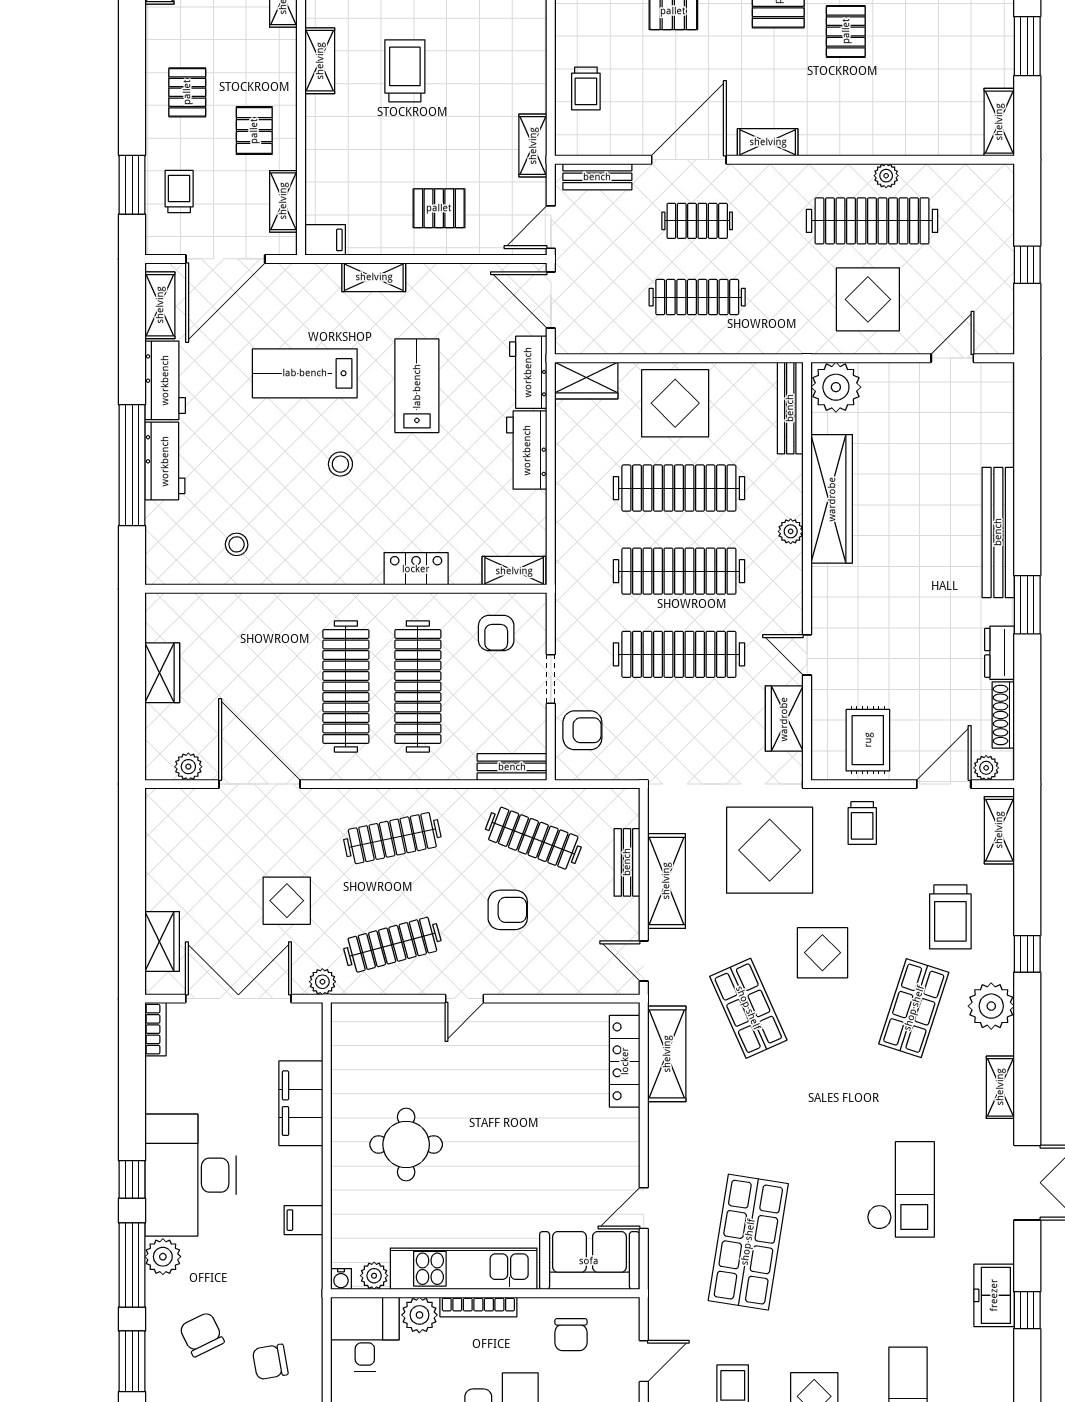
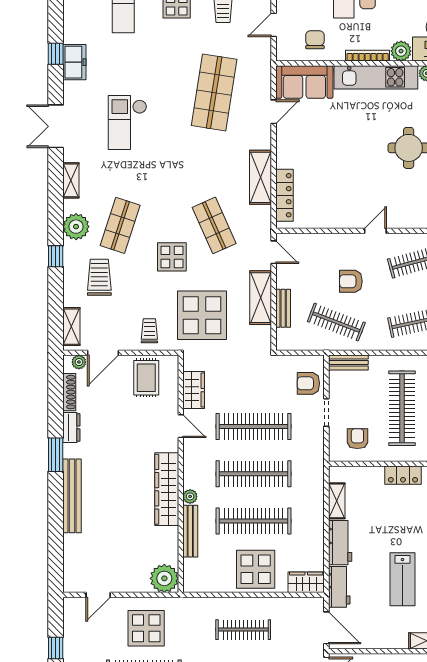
bench: (790, 408) -> (190, 531), moved
wardrobe: (832, 499) -> (167, 489), moved
shelving: (514, 571) -> (337, 501), moved, turned 90
shelving: (667, 1054) -> (261, 177), moved

